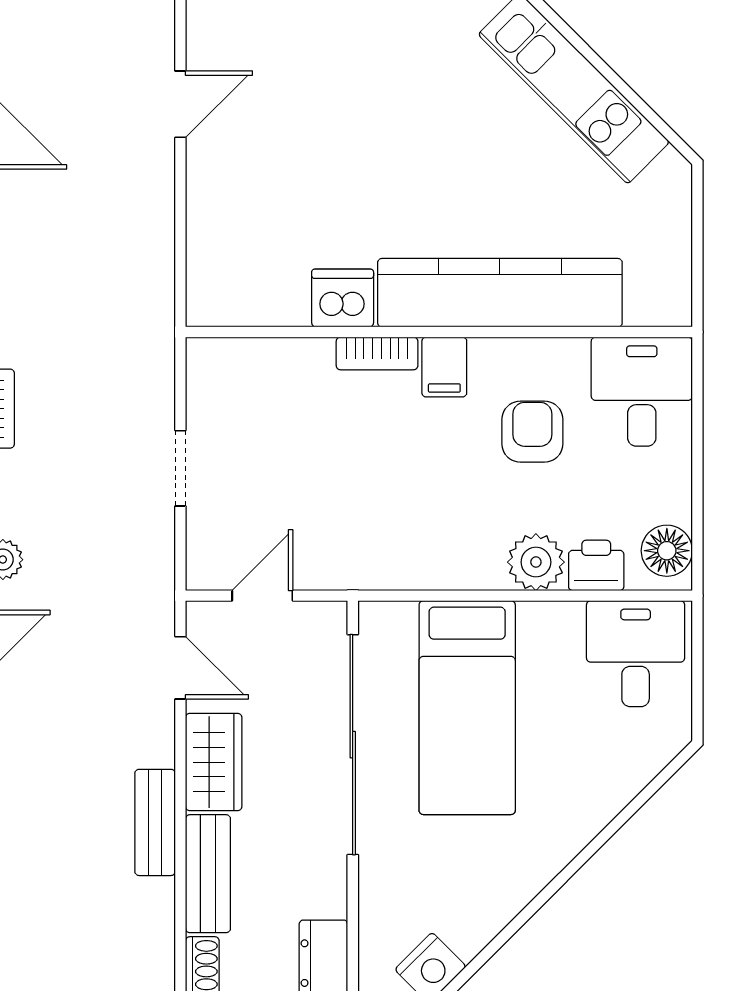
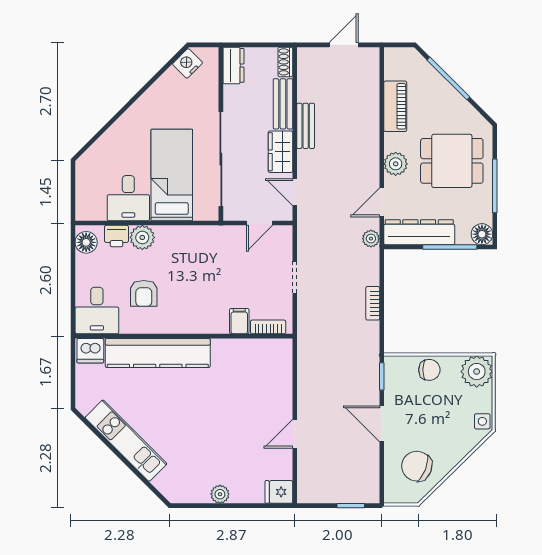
dishwasher: (343, 298) -> (90, 351), moved
bookcase: (377, 353) -> (268, 327), moved
filing cabinet: (444, 367) -> (239, 321), moved
desk: (636, 654) -> (128, 198), moved

